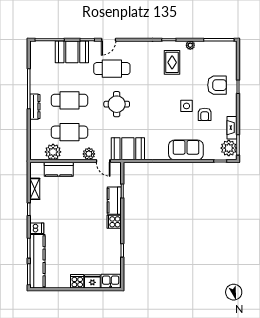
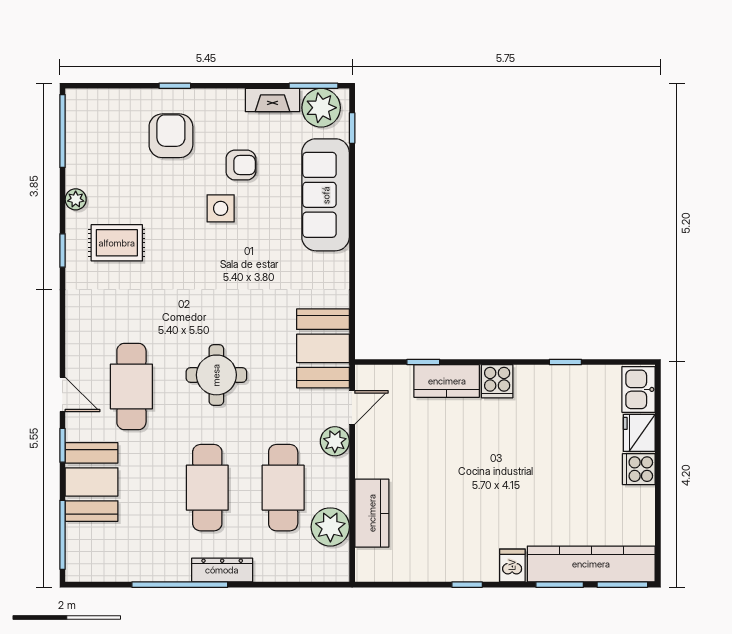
sofa: (186, 150) -> (326, 195), width x1.36
shelving: (35, 189) -> (419, 570), removed

